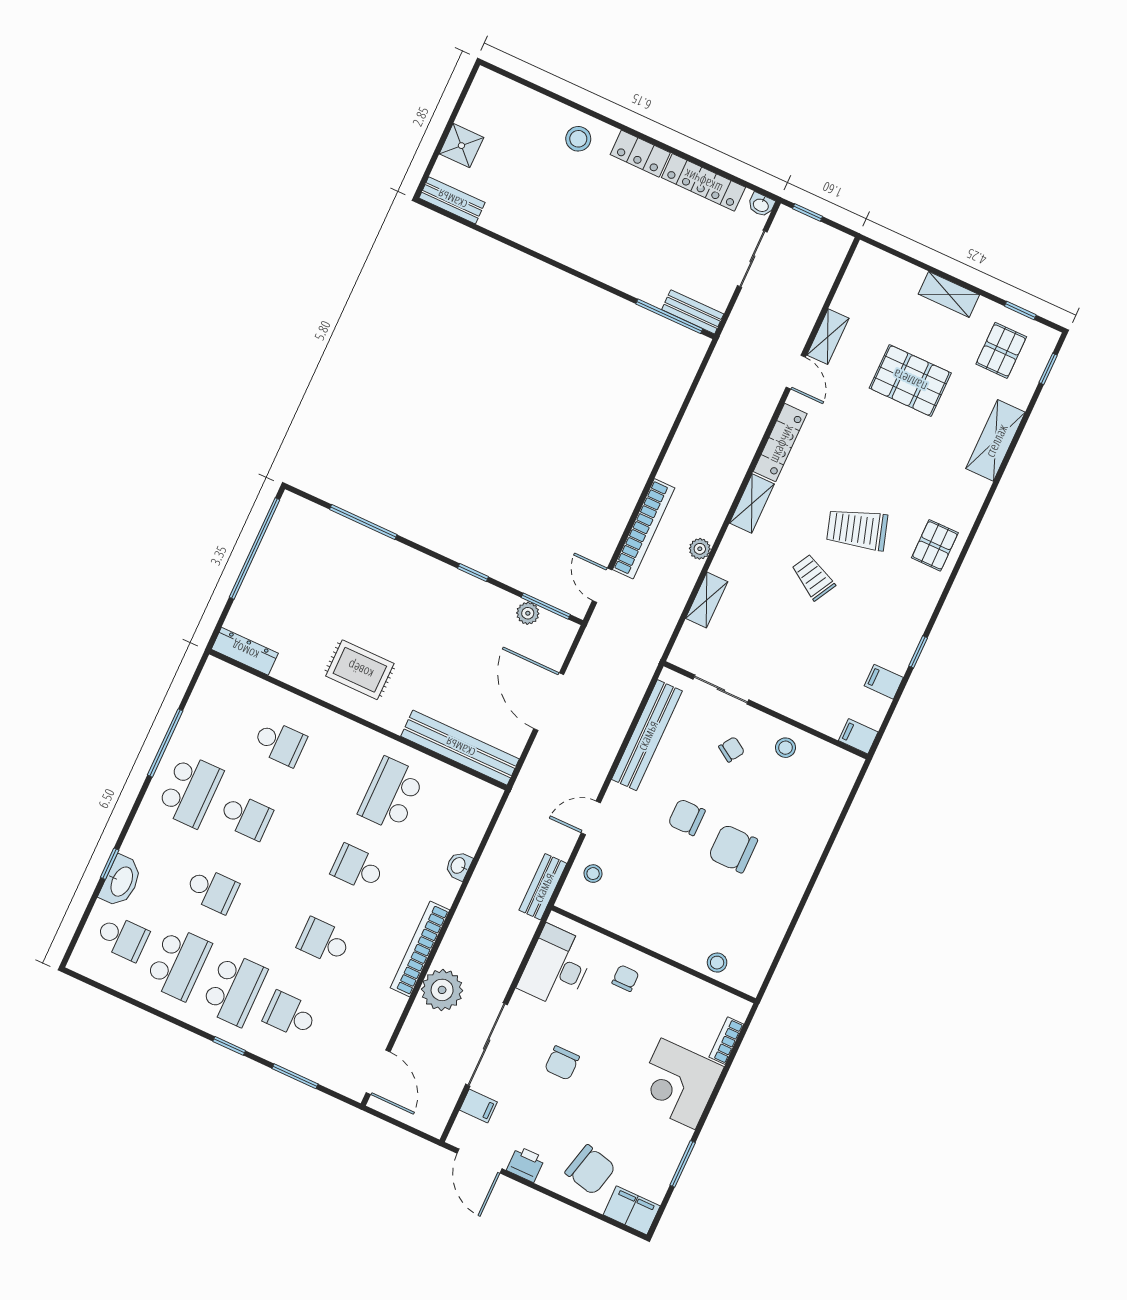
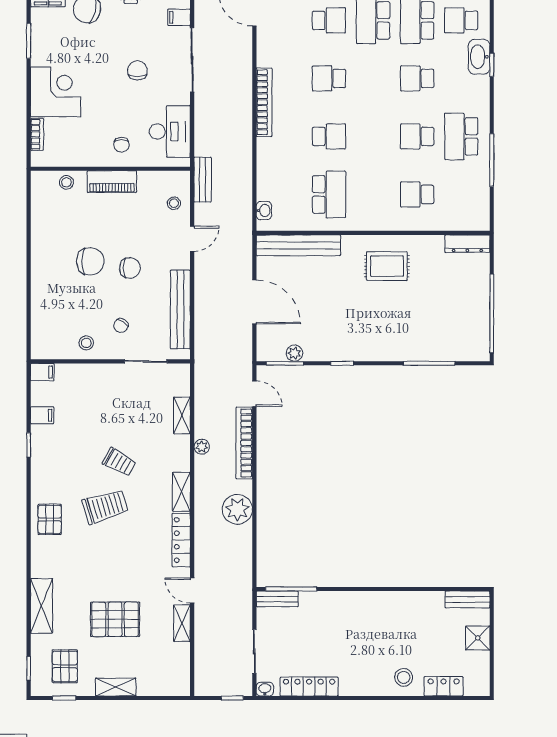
locker: (640, 154) -> (444, 686), moved
washbasin: (459, 866) -> (264, 211), moved
piano: (659, 937) -> (112, 182), added
school desk: (324, 941) -> (329, 78), turned 180
plant: (442, 990) -> (237, 509), moved

